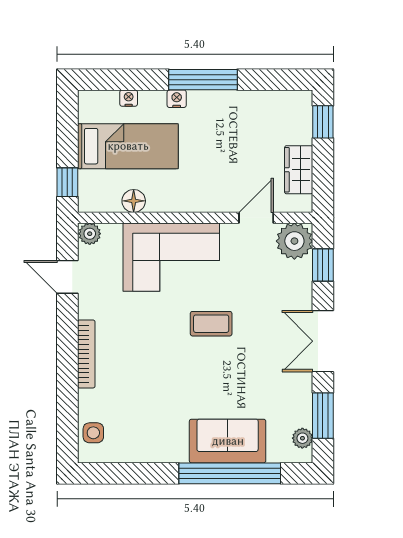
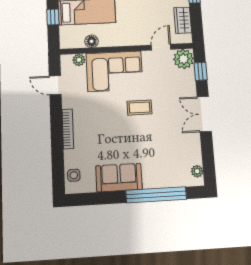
window: (67, 182) -> (53, 17), moved
plant: (90, 234) -> (79, 60), moved
window: (323, 416) -> (208, 157), removed
sofa: (228, 441) -> (119, 178), moved

